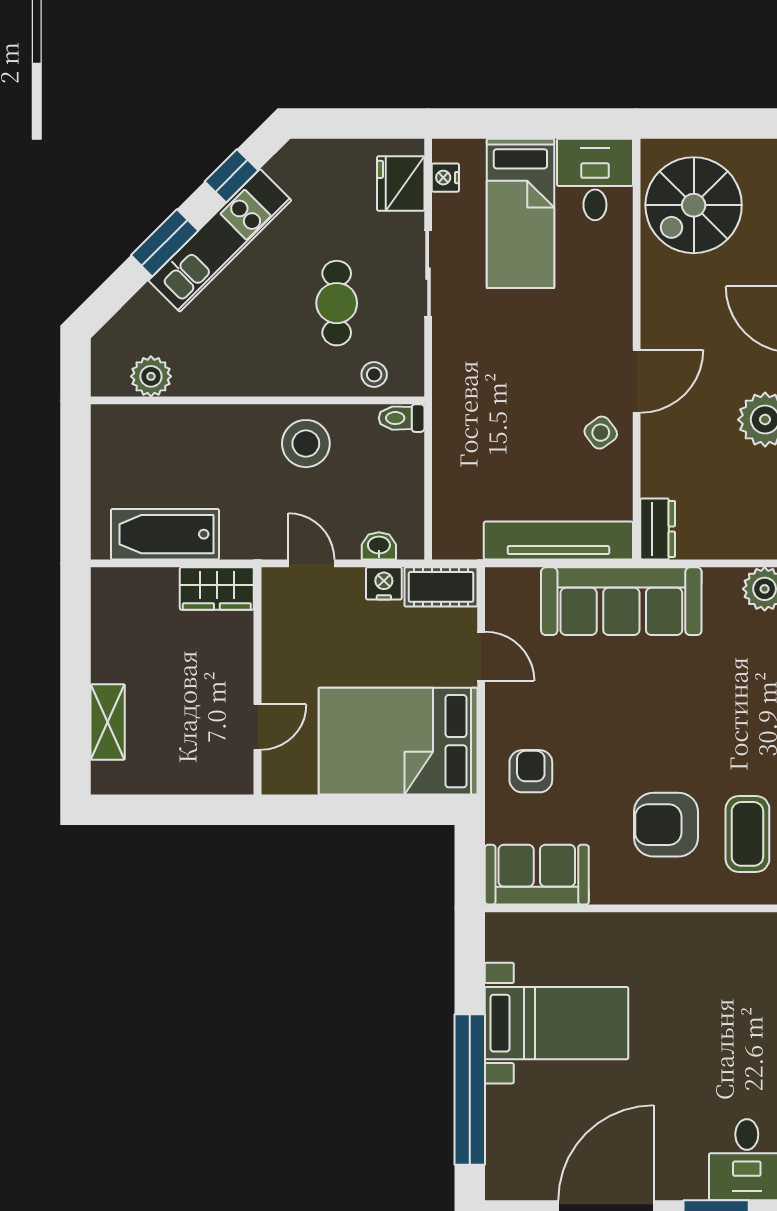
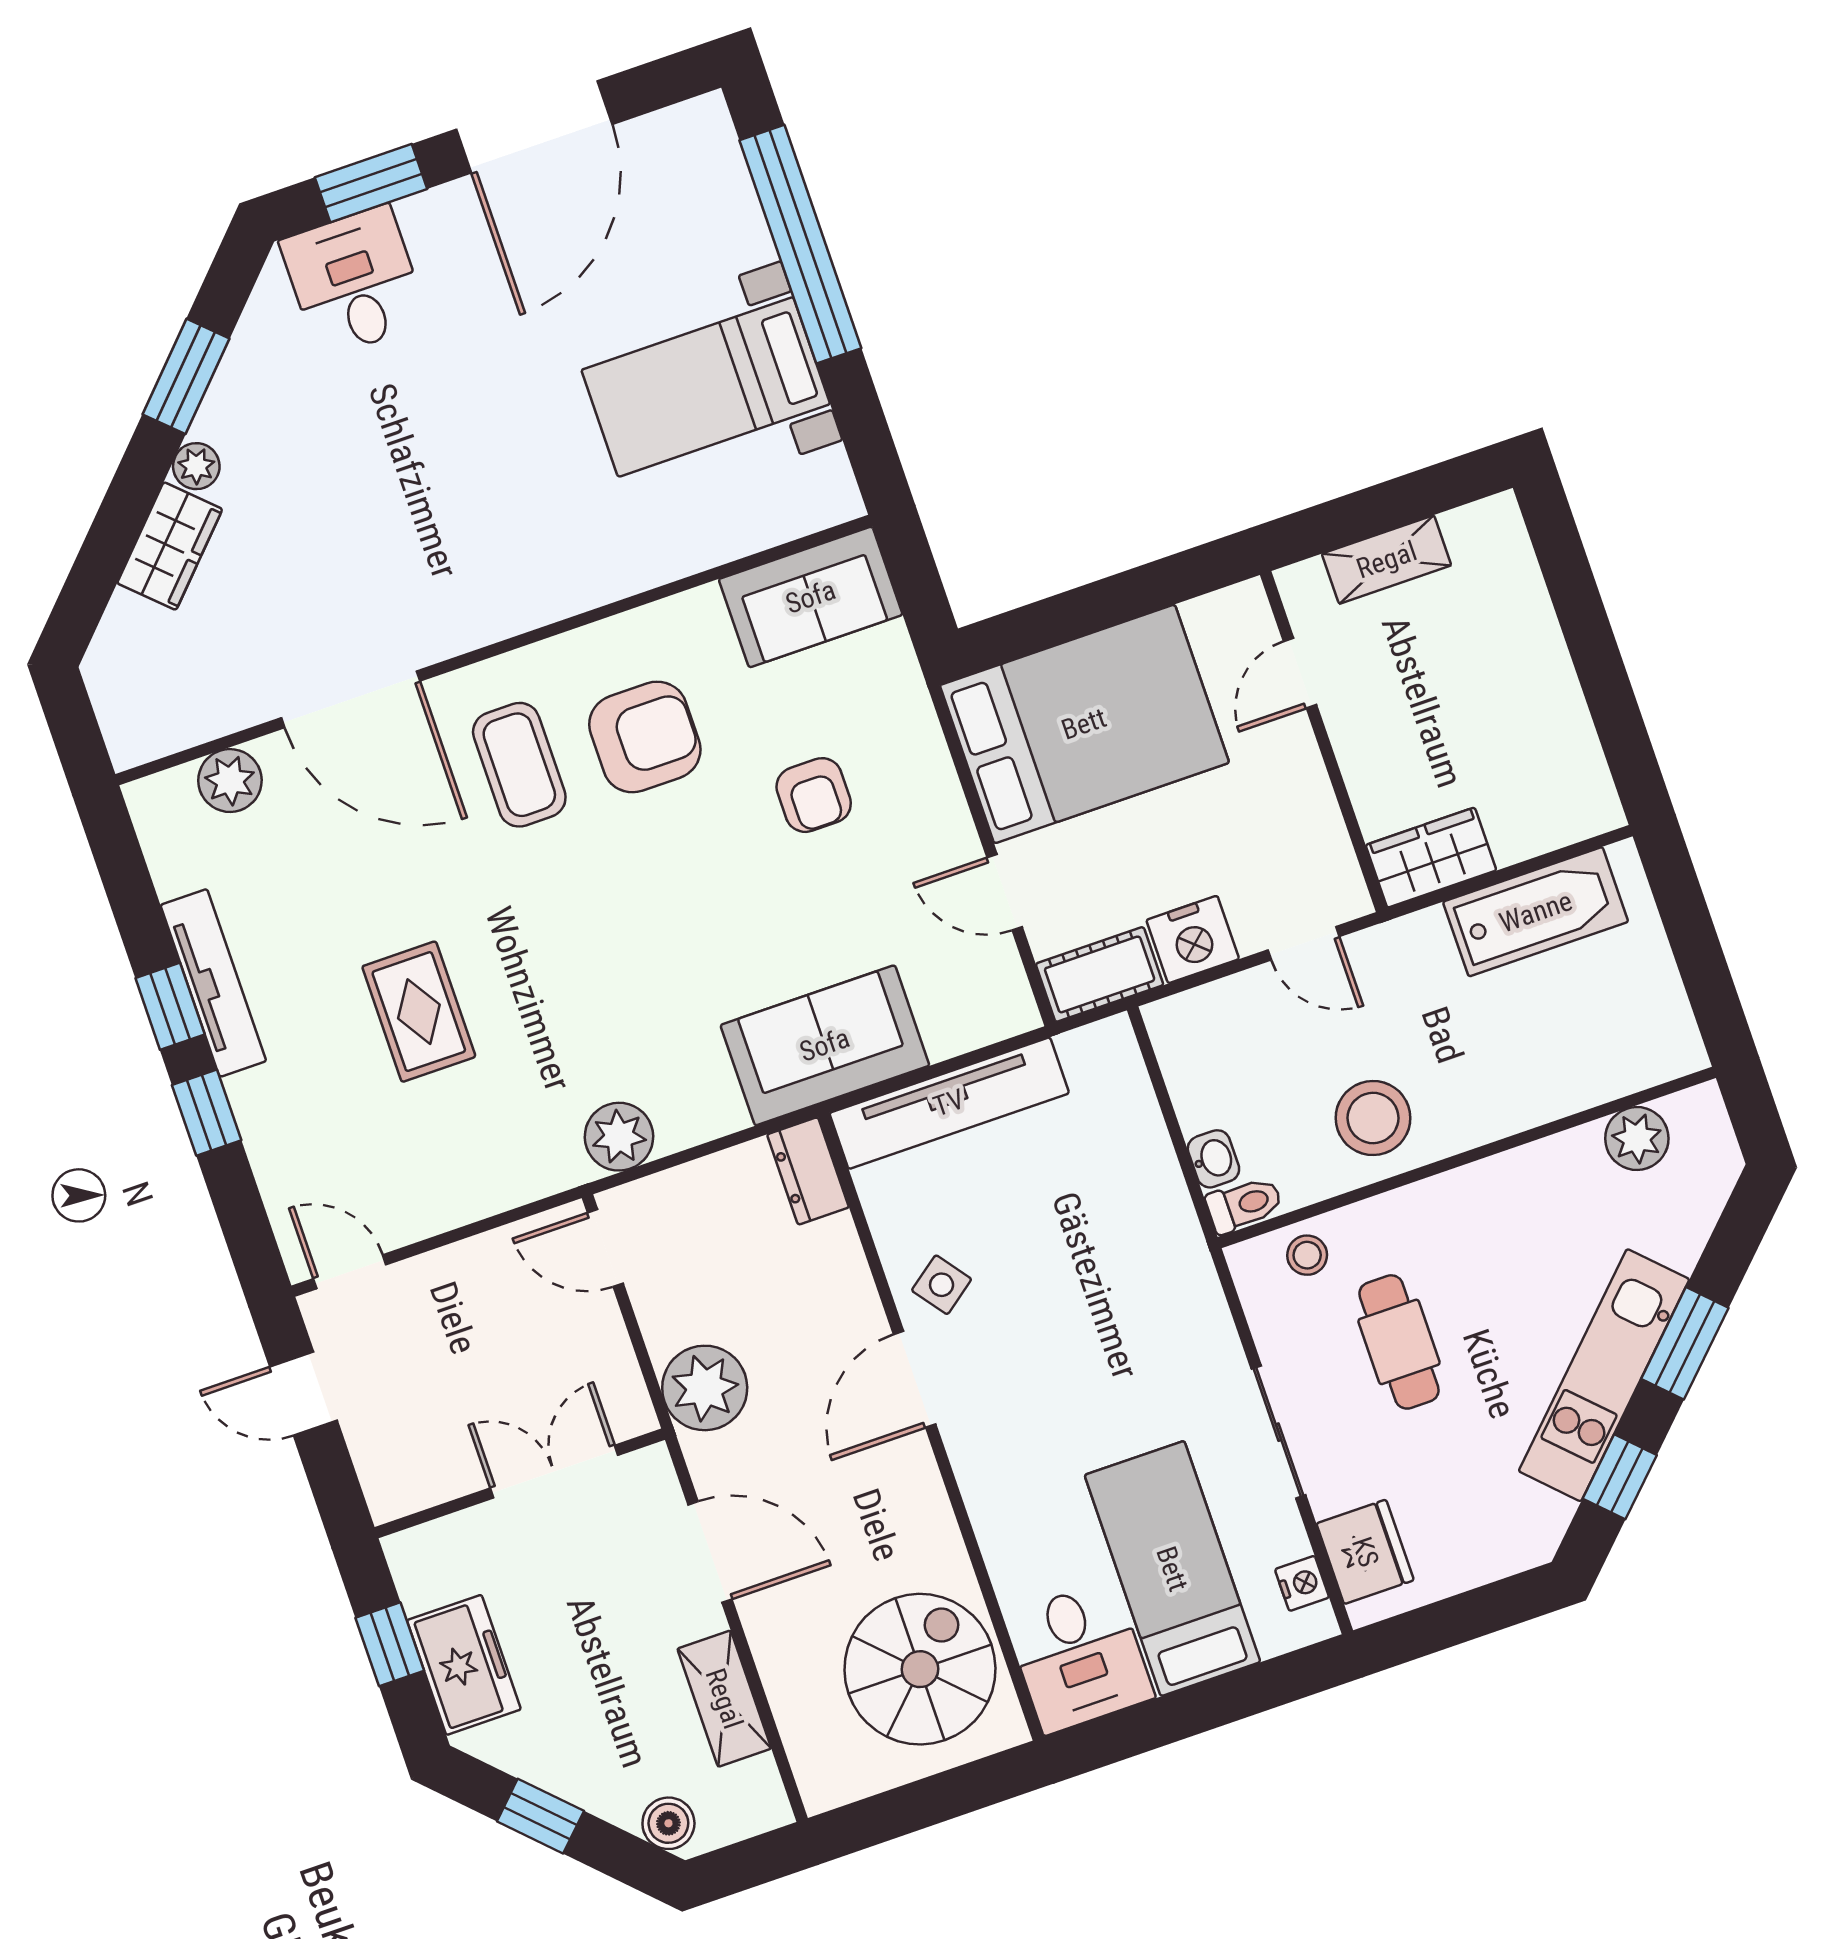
washbasin: (379, 546) -> (1213, 1159), moved, turned -90
nightstand: (384, 583) -> (1193, 939), width x1.36, depth x1.33
sofa: (621, 601) -> (825, 1045), width x0.73
shelving: (108, 722) -> (1387, 560), moved, turned 90
armchair: (531, 771) -> (814, 795), moved

